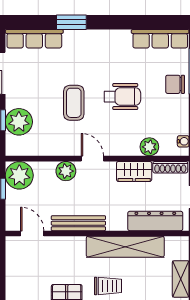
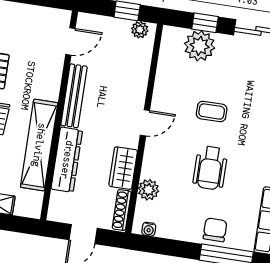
coffee table: (74, 103) -> (212, 111), width x0.73, depth x0.77
plant: (66, 171) -> (135, 91), removed
plant: (19, 175) -> (140, 30), width x0.53, depth x0.53
dresser: (155, 221) -> (67, 160), moved

